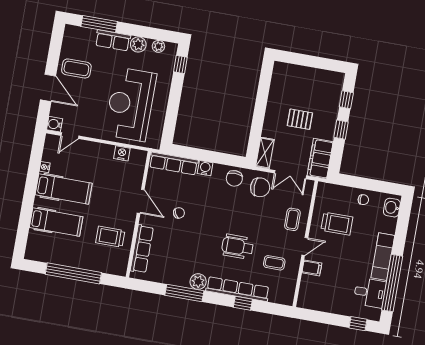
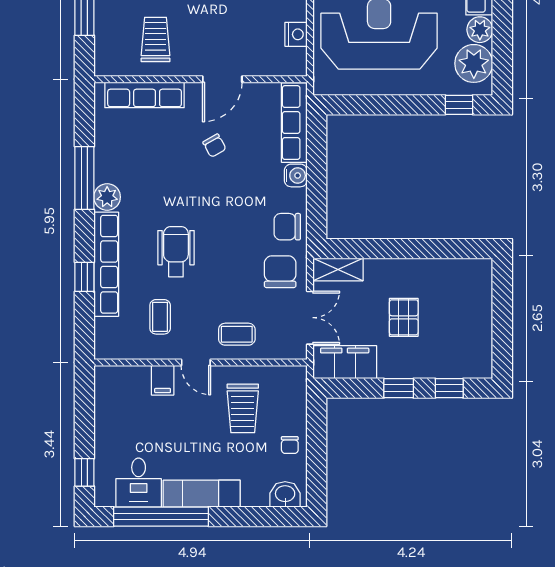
plant: (158, 46) -> (474, 63), width x1.88, depth x1.88
double door: (290, 175) -> (310, 318), swing flipped
chair: (260, 187) -> (280, 272), turned 180

